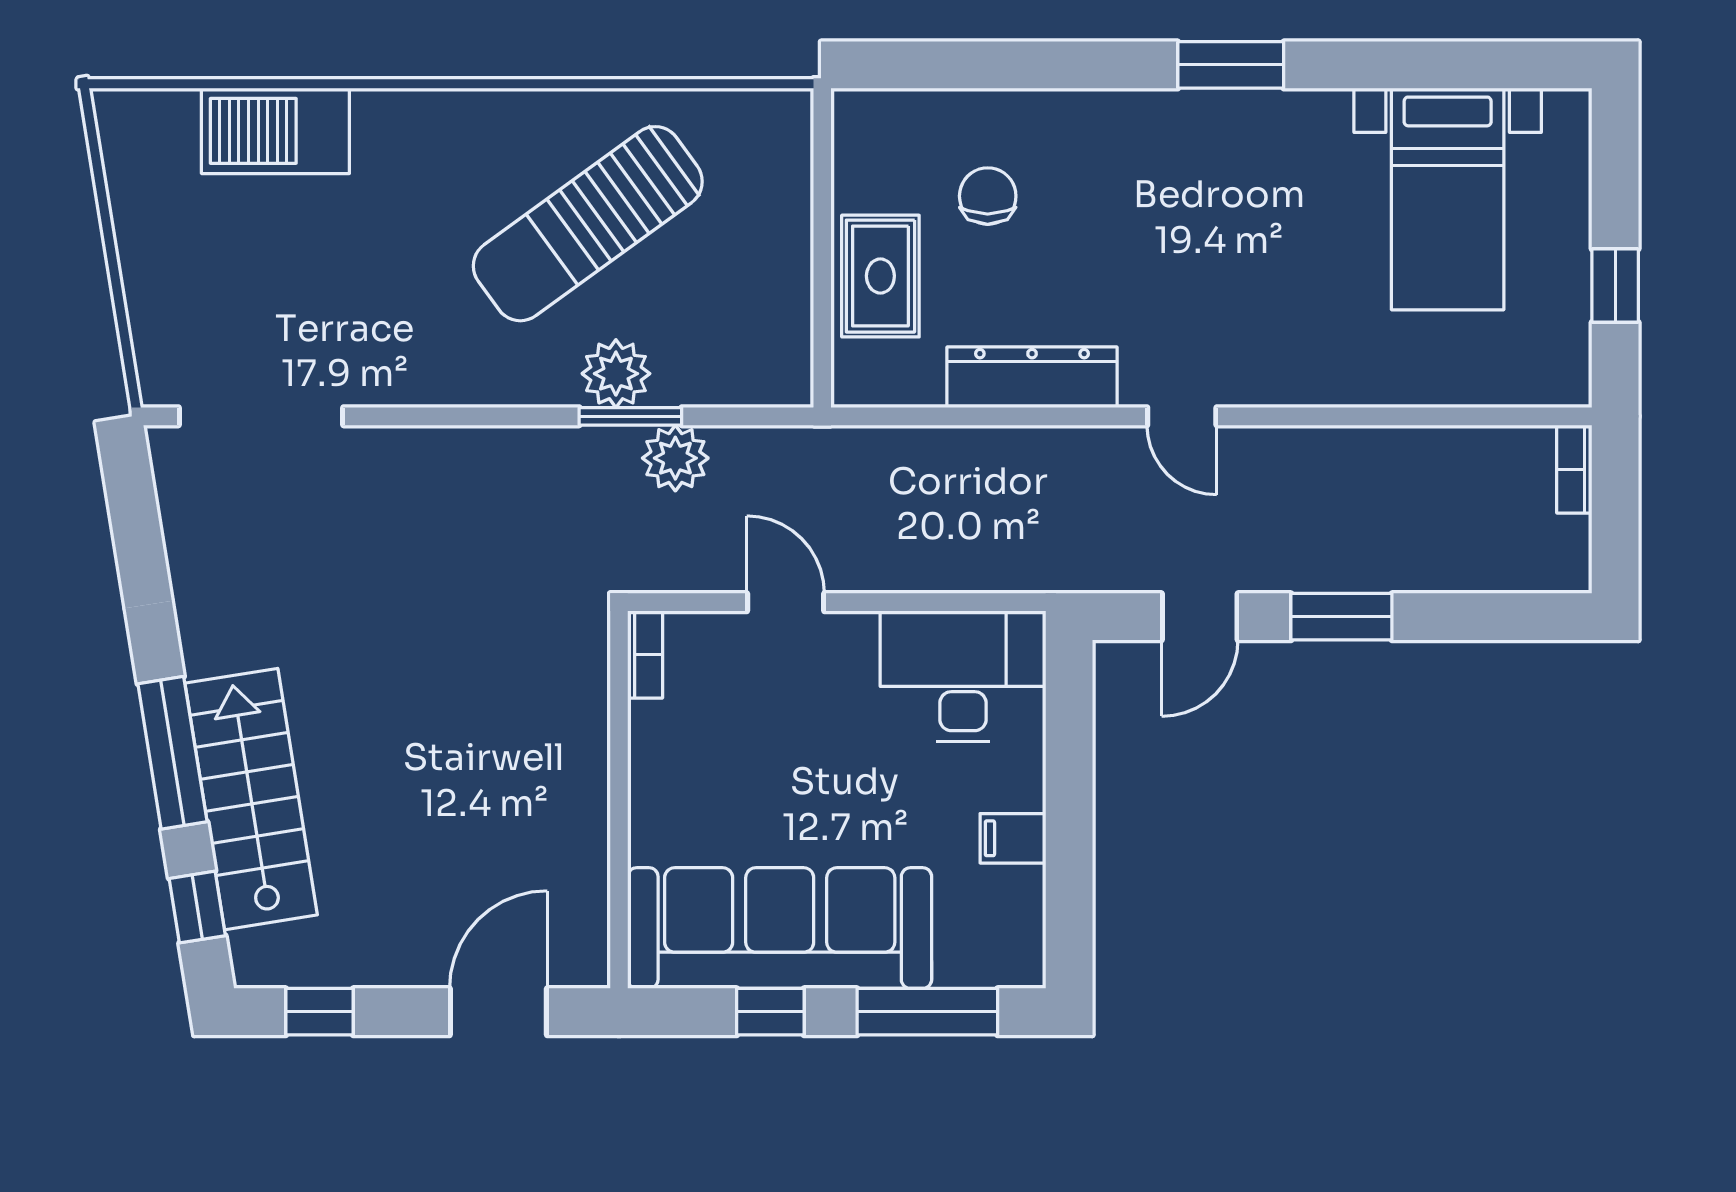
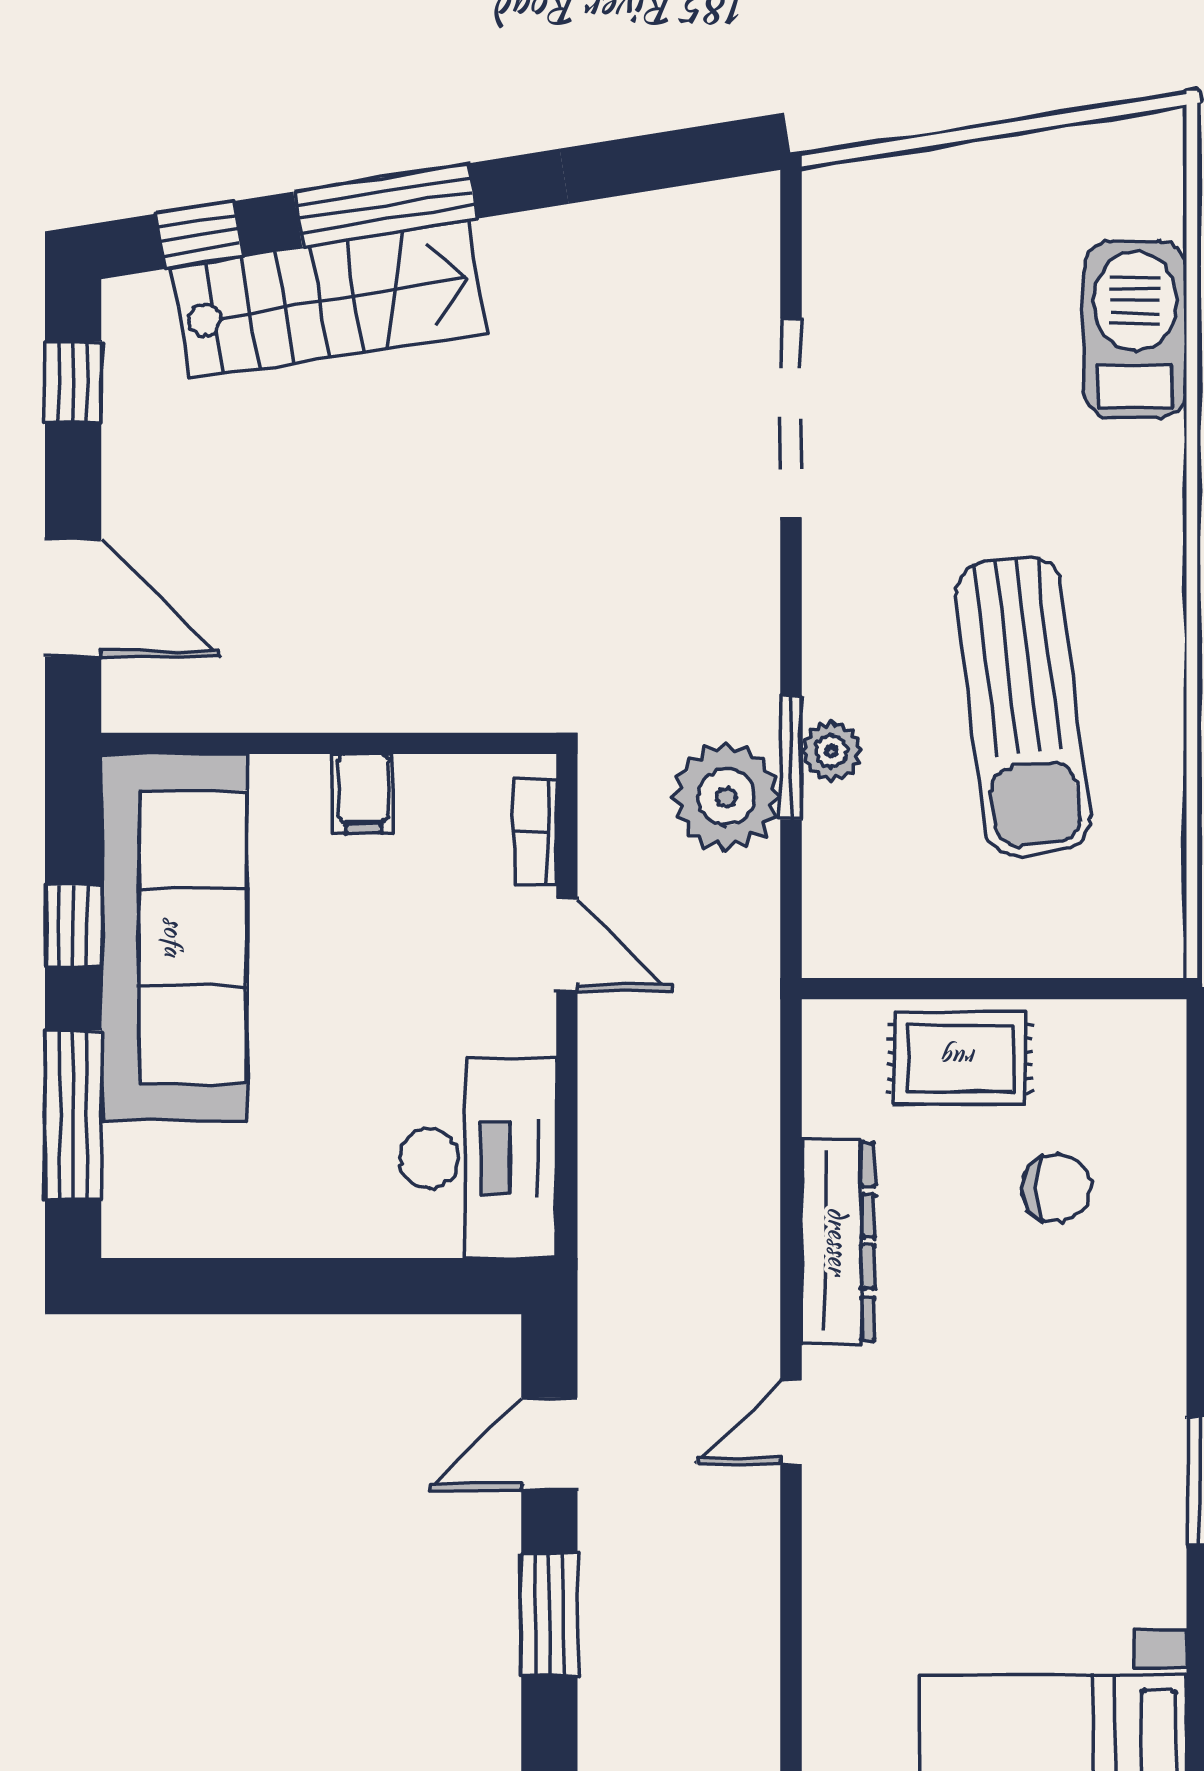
sun lounger: (588, 224) -> (1023, 706), turned -151
plant: (616, 374) -> (831, 751), width x0.73, depth x0.73
doorway: (261, 416) -> (791, 418), moved
plant: (675, 458) -> (726, 797), width x1.36, depth x1.36
door: (786, 602) -> (567, 944), hinge flipped
door: (1200, 617) -> (549, 1444), hinge flipped
bookcase: (645, 654) -> (535, 831), moved, turned 90
filing cabinet: (1013, 838) -> (363, 794), moved, turned 180

